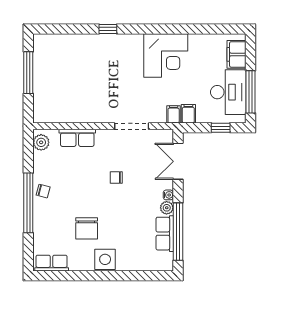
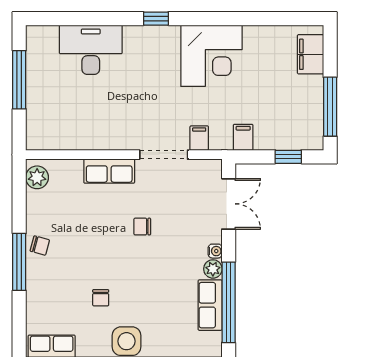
window: (108, 29) -> (156, 19), moved
desk: (228, 92) -> (91, 50), moved, turned -90
filing cabinet: (174, 114) -> (199, 138), moved
row of seats: (77, 138) -> (109, 171), moved
double door: (178, 161) -> (229, 204), swing flipped
window: (28, 203) -> (19, 262), width x0.68
chair: (87, 228) -> (101, 298), width x0.54, depth x0.54

